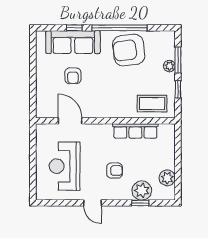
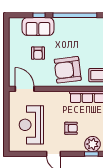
sofa: (73, 42) -> (38, 27), width x0.73
armchair: (129, 50) -> (68, 70), moved
door: (70, 121) -> (25, 89), moved

